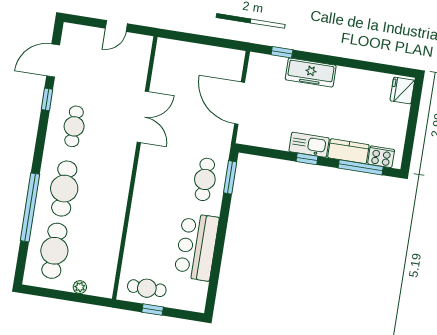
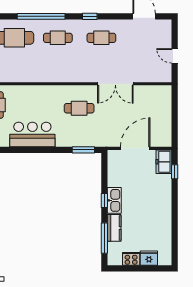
freezer: (311, 73) -> (164, 162), moved, width x0.71
fridge: (402, 90) -> (149, 258), moved
window: (47, 99) -> (90, 16), moved
cooker: (381, 157) -> (131, 259), moved, turned -90
cafe table: (205, 179) -> (79, 108), moved
cafe table: (64, 189) -> (58, 38), width x0.73, depth x0.74

